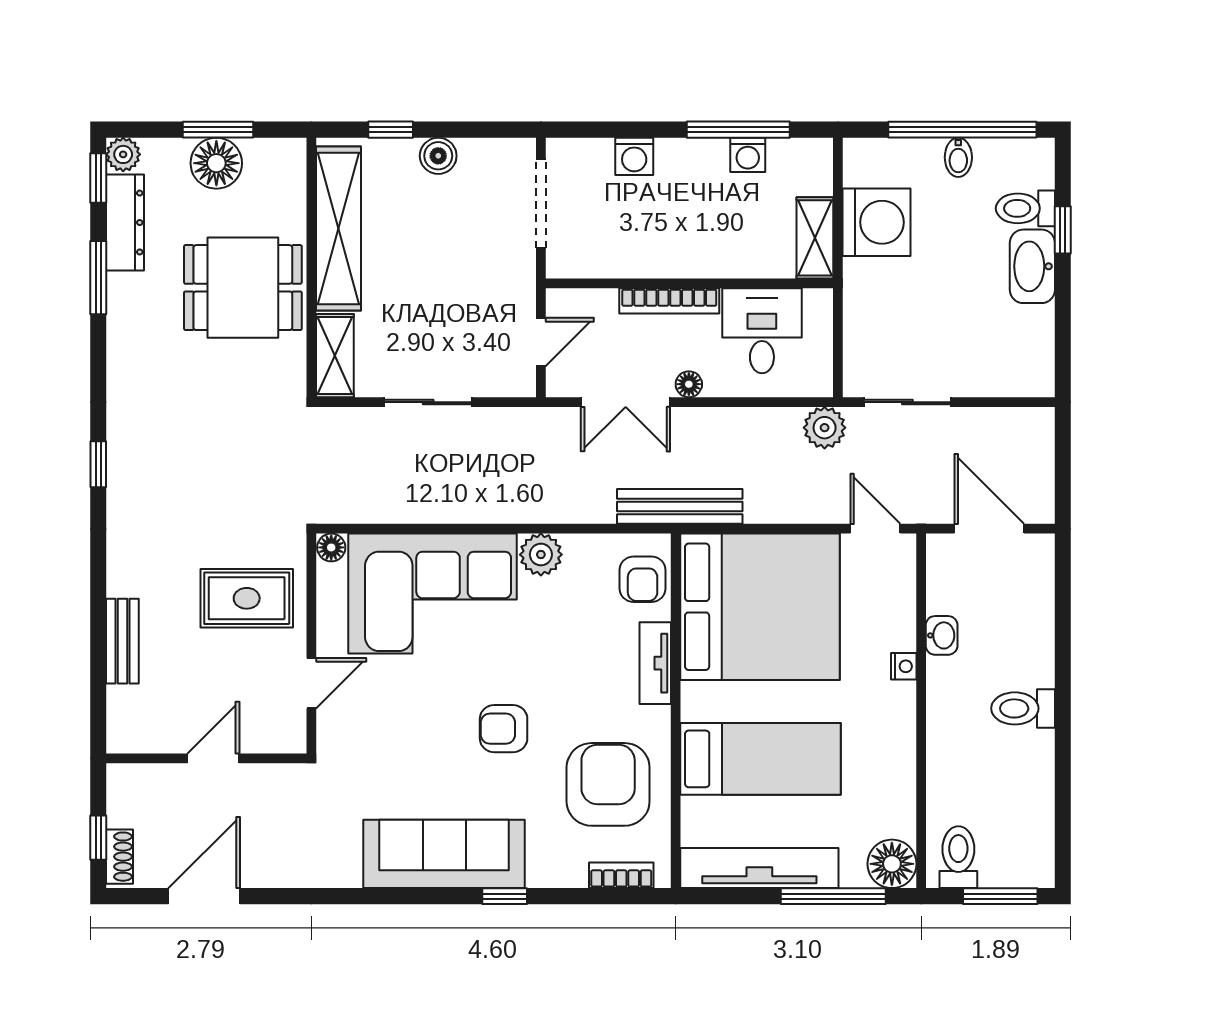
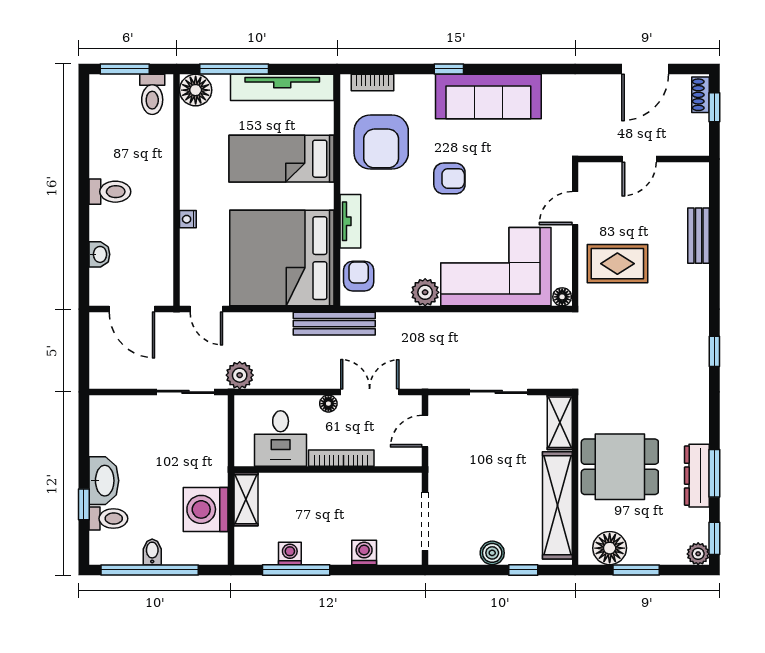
floor lamp: (216, 163) -> (610, 548), moved
dresser: (125, 223) -> (697, 476), moved
washbasin: (942, 635) -> (99, 254), moved, turned 180

